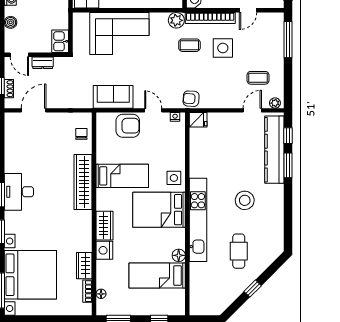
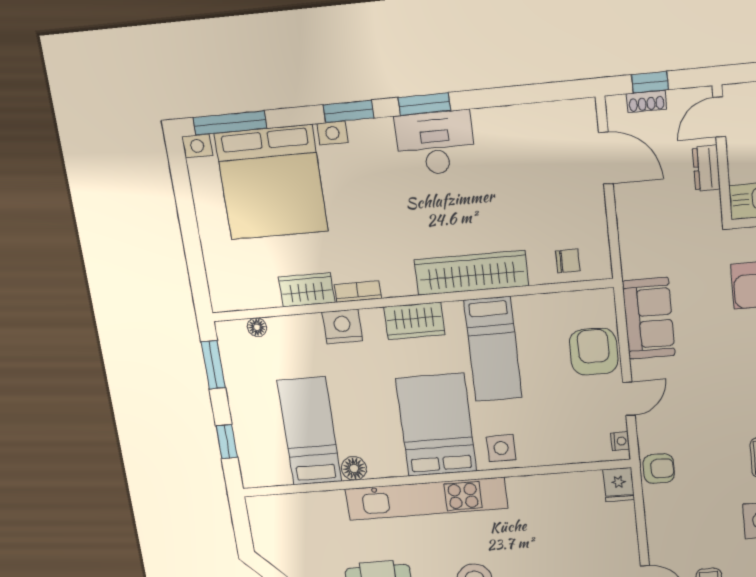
armchair: (191, 99) -> (659, 469), turned 86
armchair: (128, 126) -> (594, 352), turned 180
wardrobe: (105, 226) -> (414, 321), moved
bookcase: (87, 291) -> (358, 292), moved

